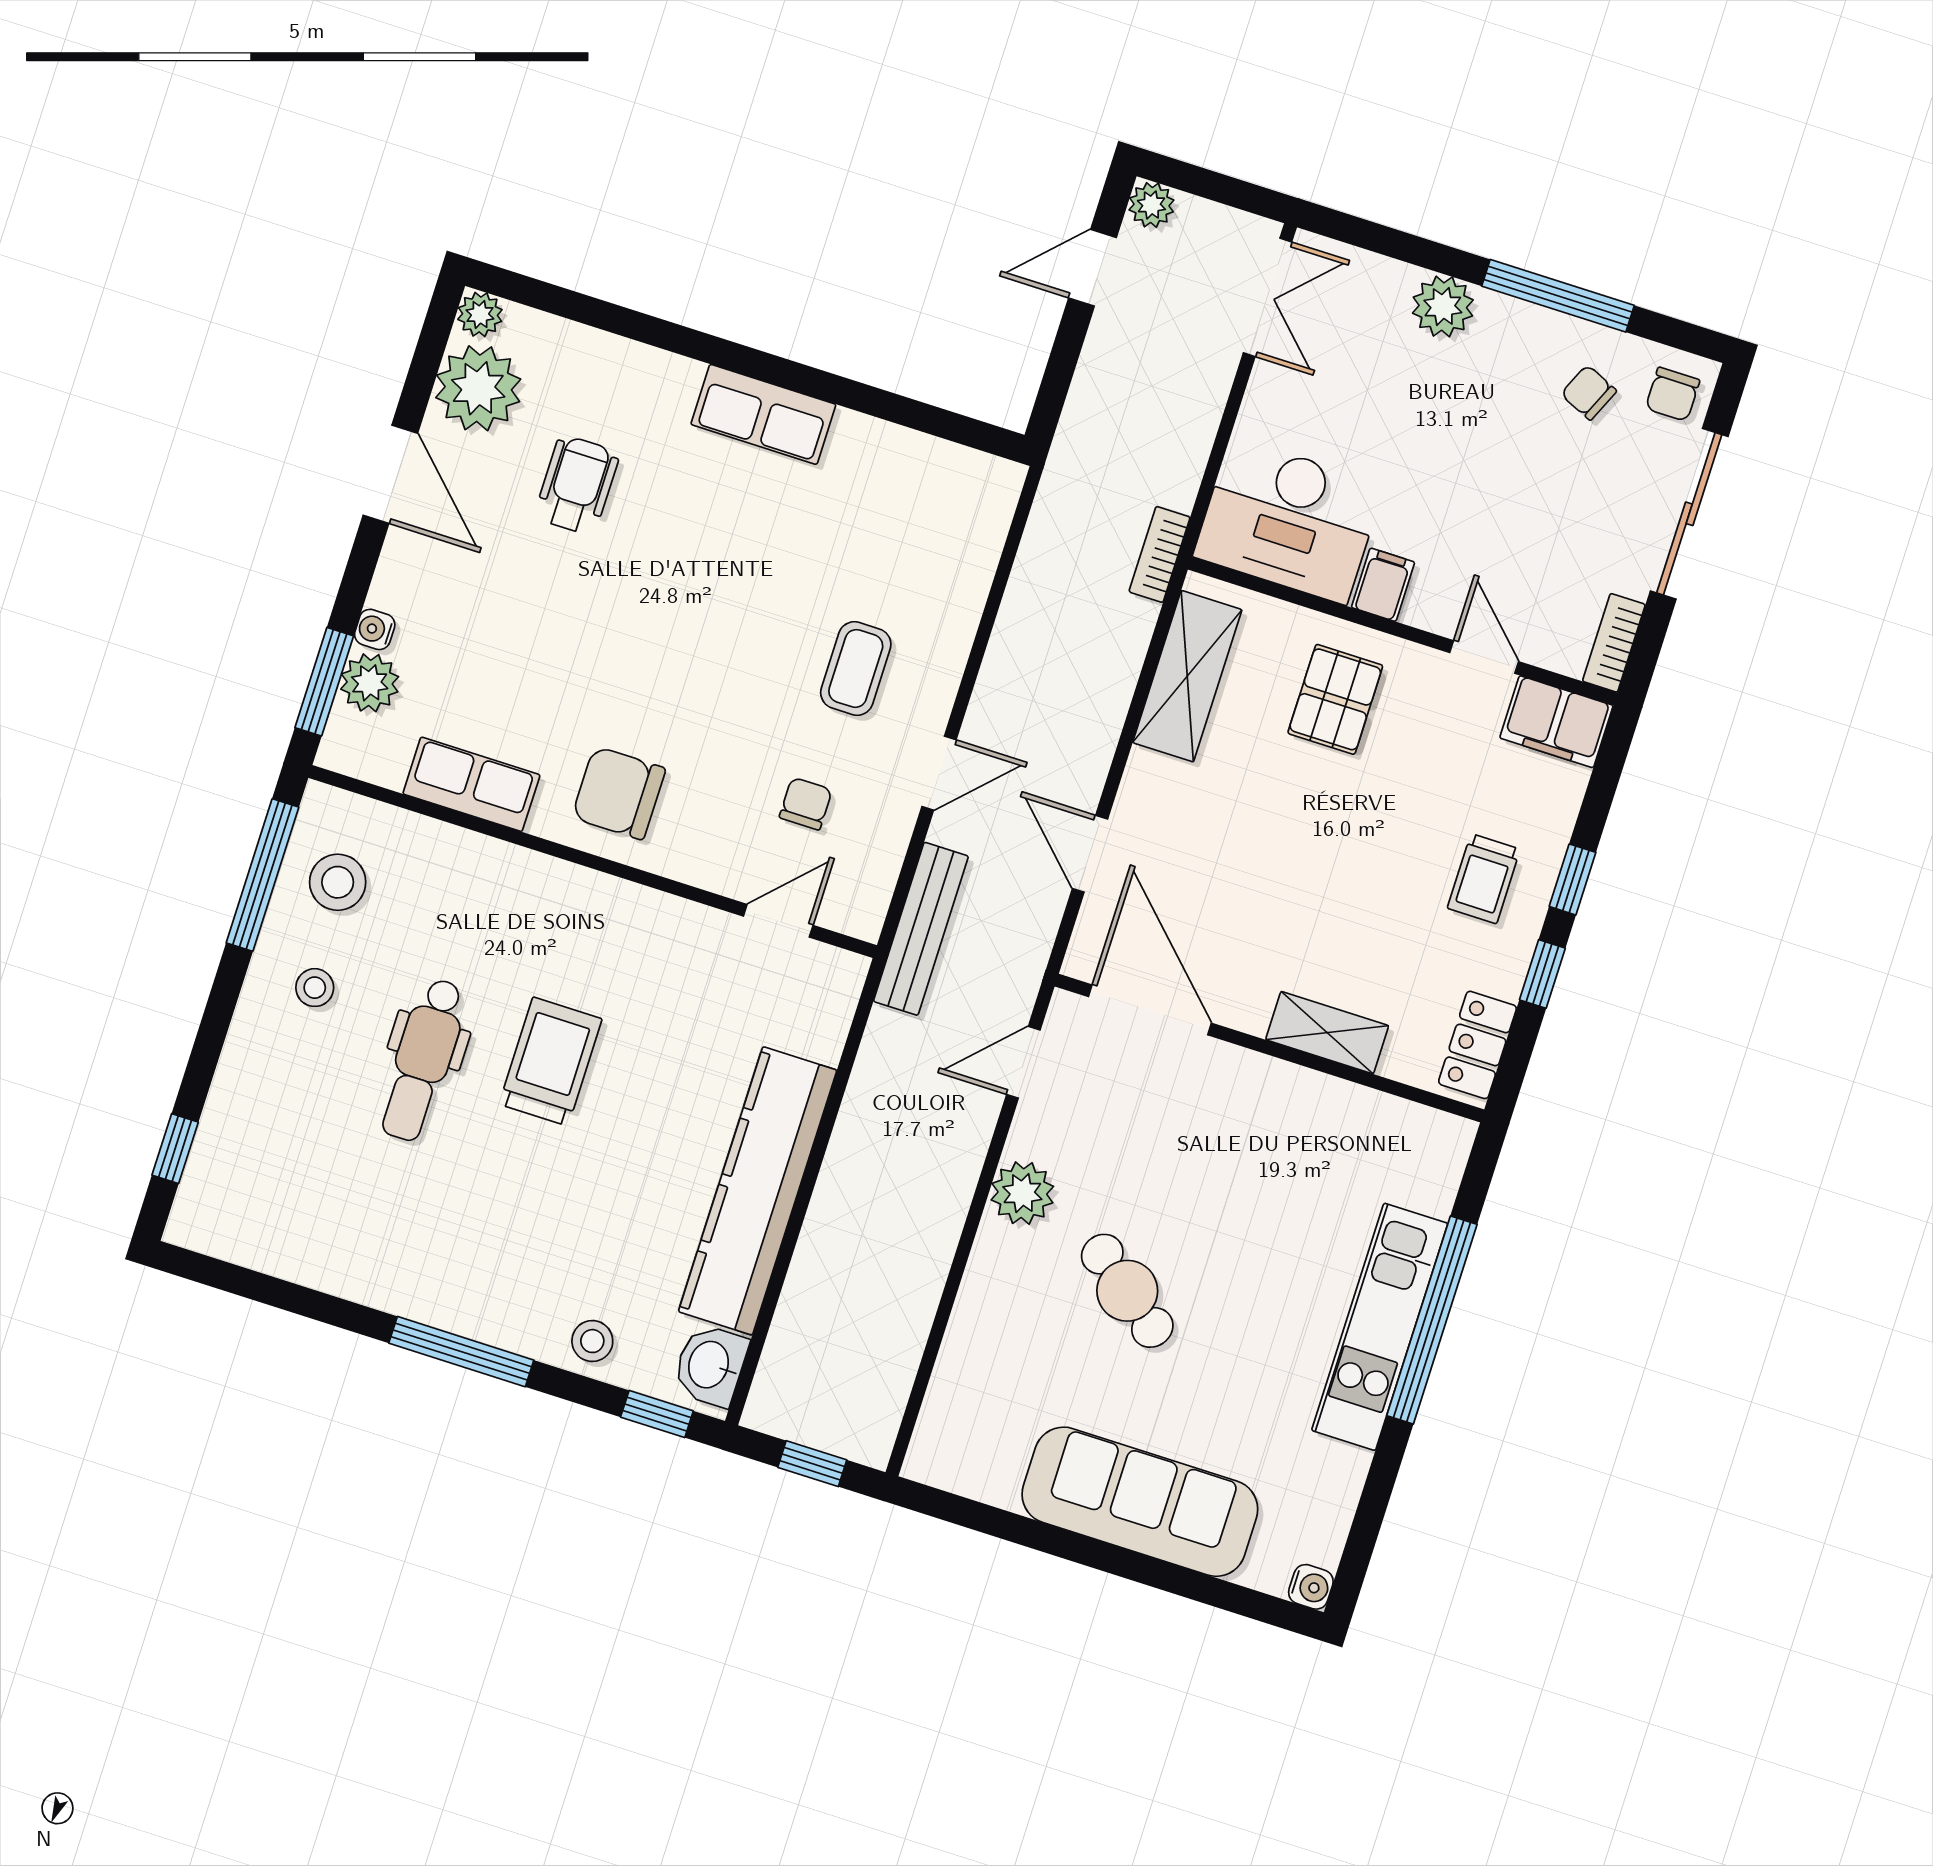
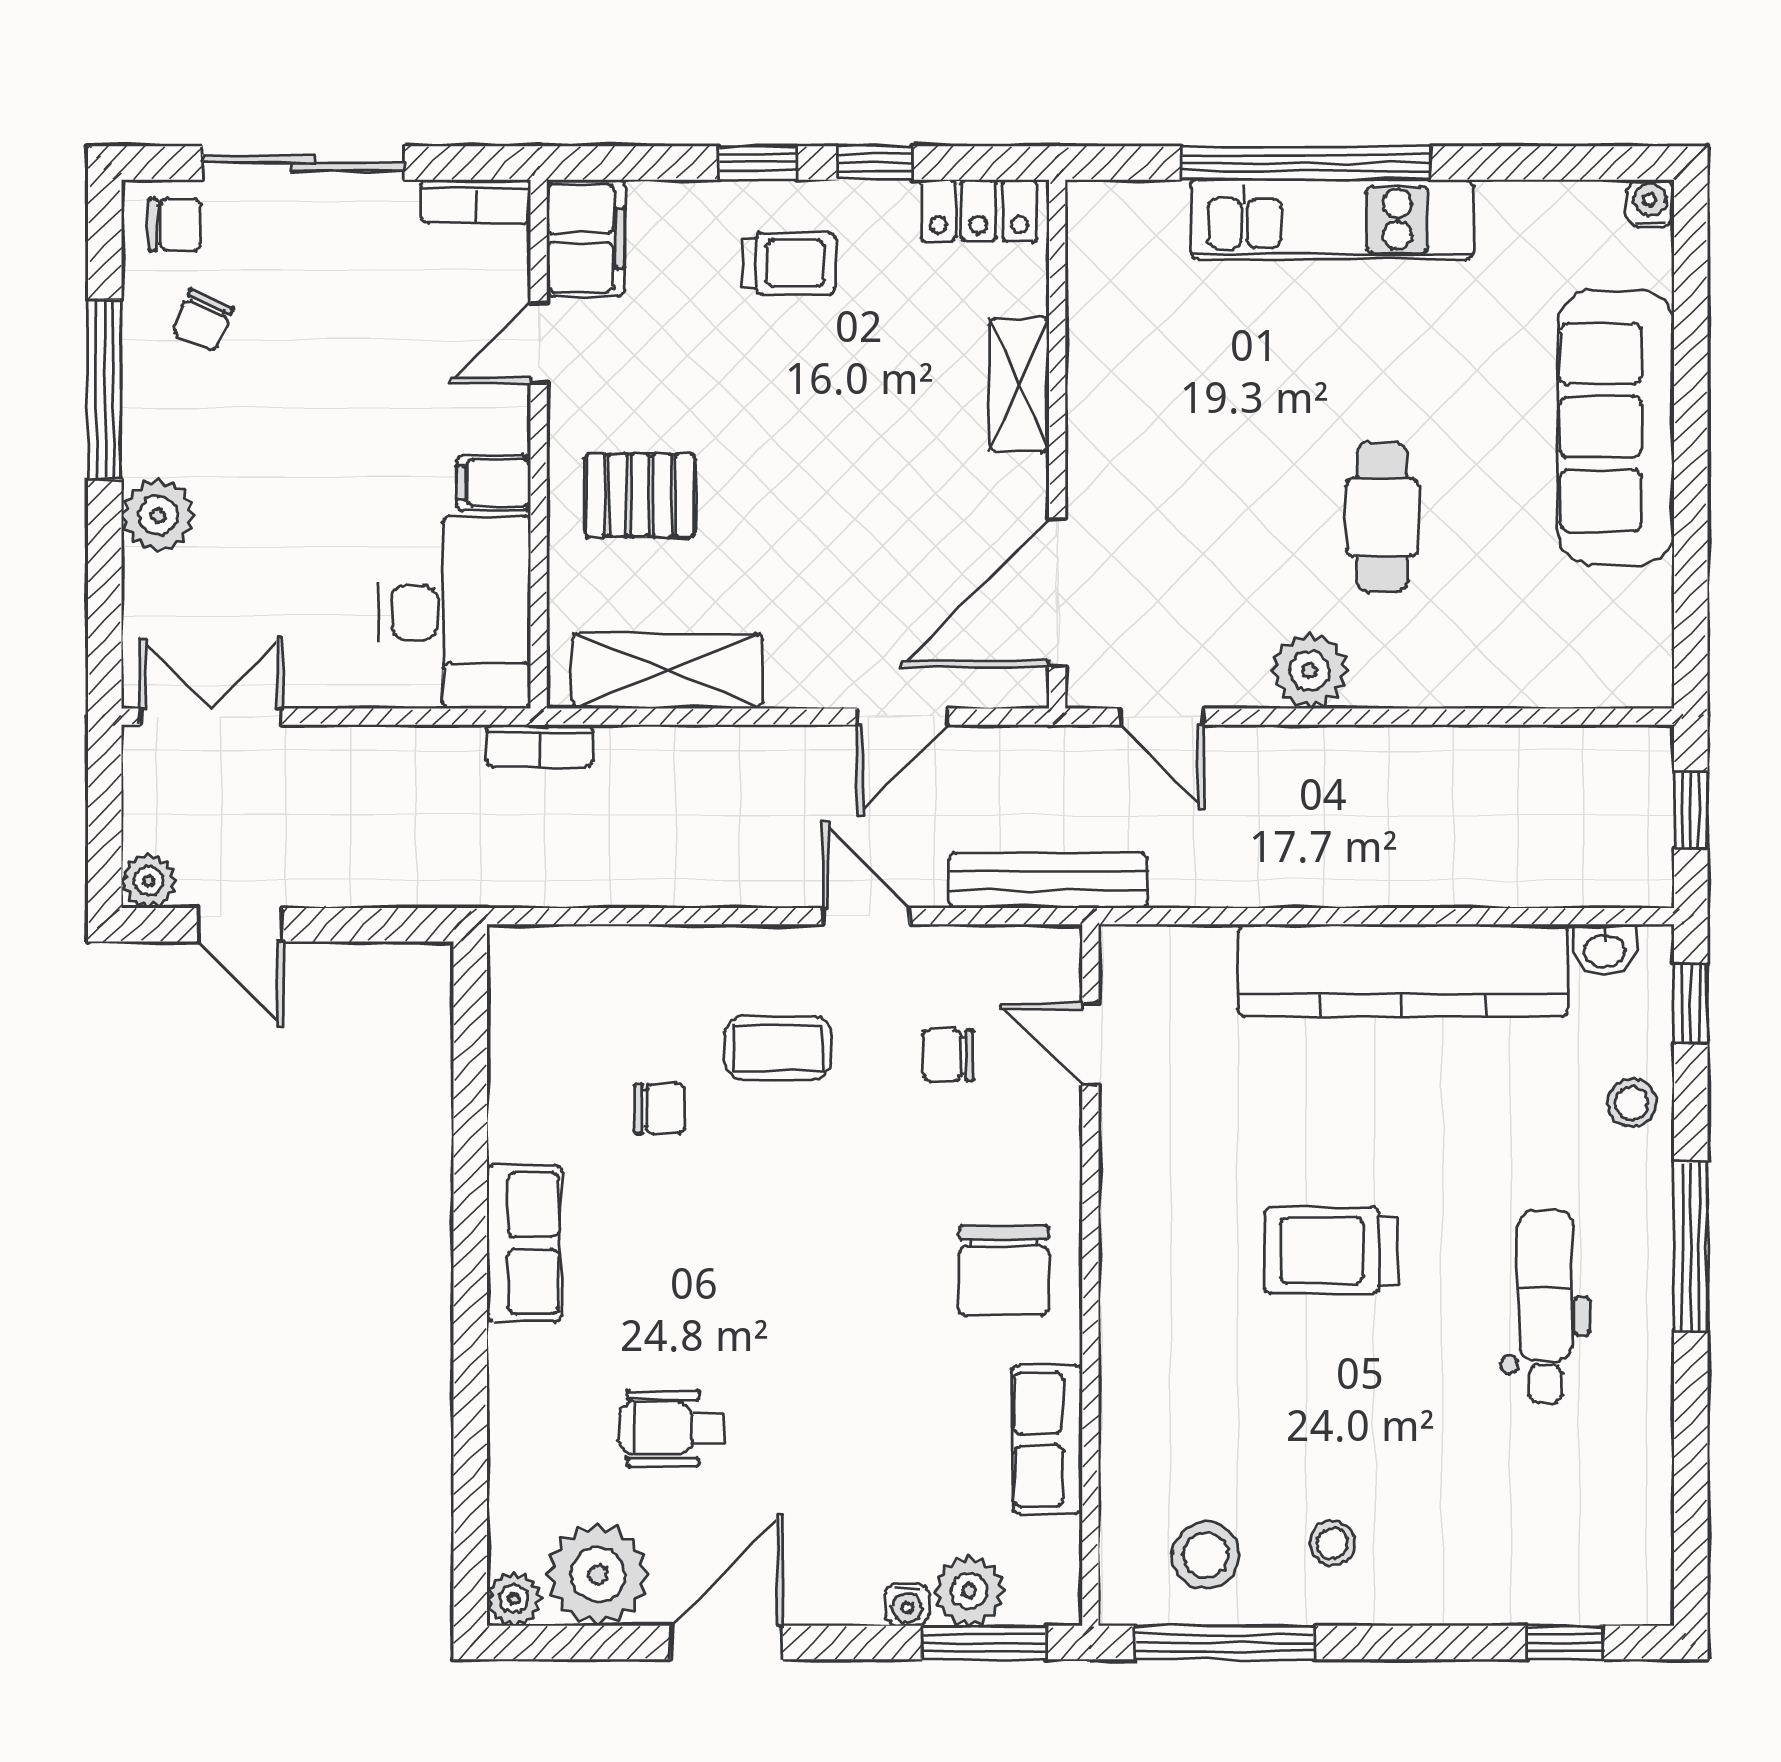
chair: (837, 558) -> (659, 1109), added
dental chair: (423, 1060) -> (1546, 1306), moved, turned -90
cafe table: (1127, 1291) -> (1382, 517), turned -38
washbasin: (710, 1365) -> (1604, 949), width x0.72, depth x0.69

